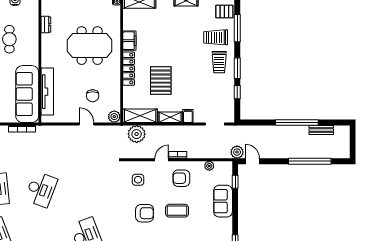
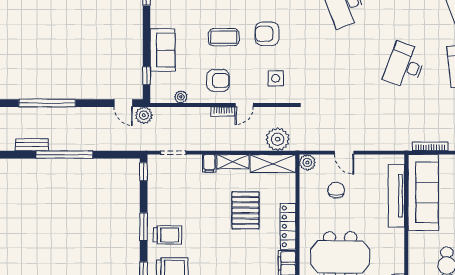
trolley: (219, 62) -> (168, 235), turned 90
window: (237, 92) -> (144, 172), moved

